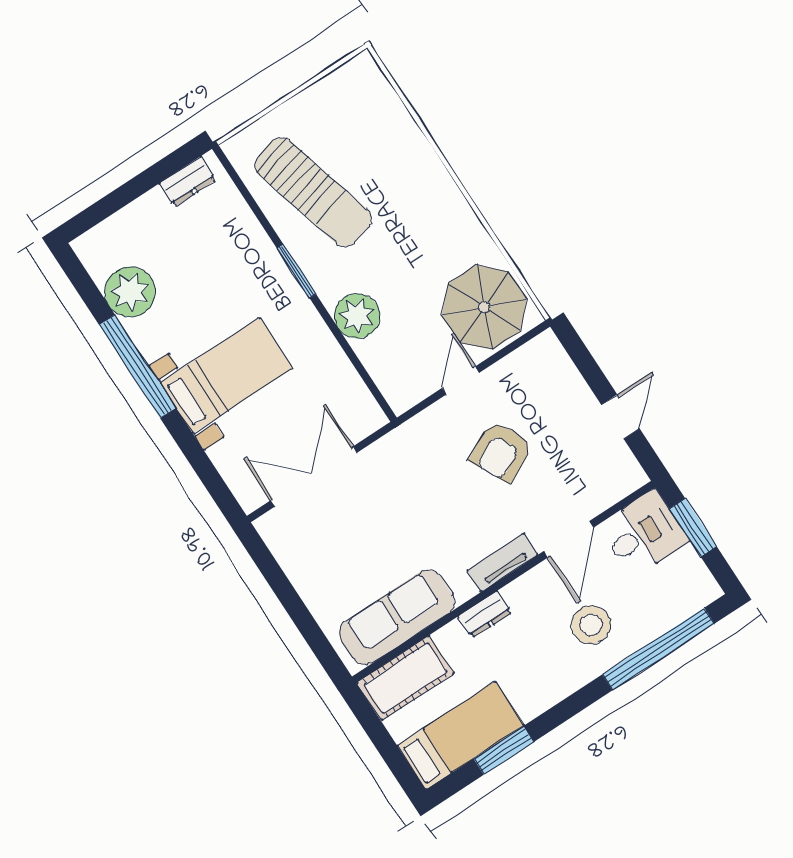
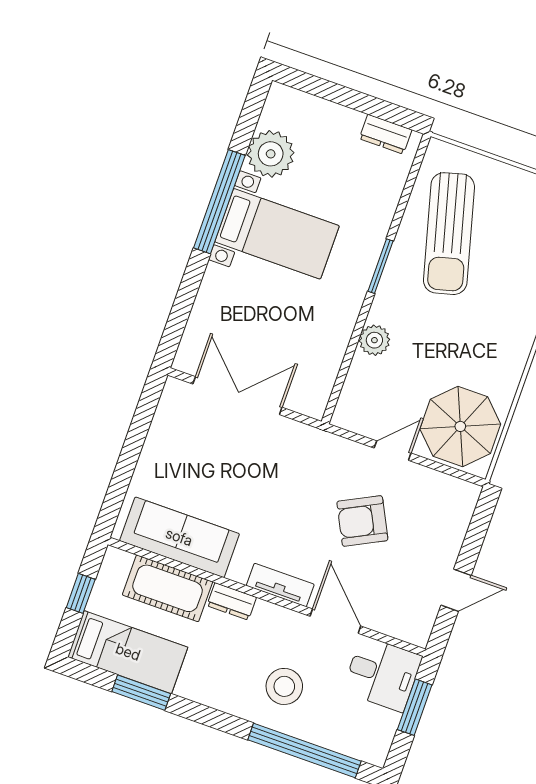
plant: (357, 316) -> (374, 340), width x0.73, depth x0.73
bed with nightstands: (226, 376) -> (277, 234), moved
door: (569, 539) -> (335, 621), swing flipped
cot: (405, 678) -> (167, 588), moved
window: (380, 737) -> (81, 593), added

